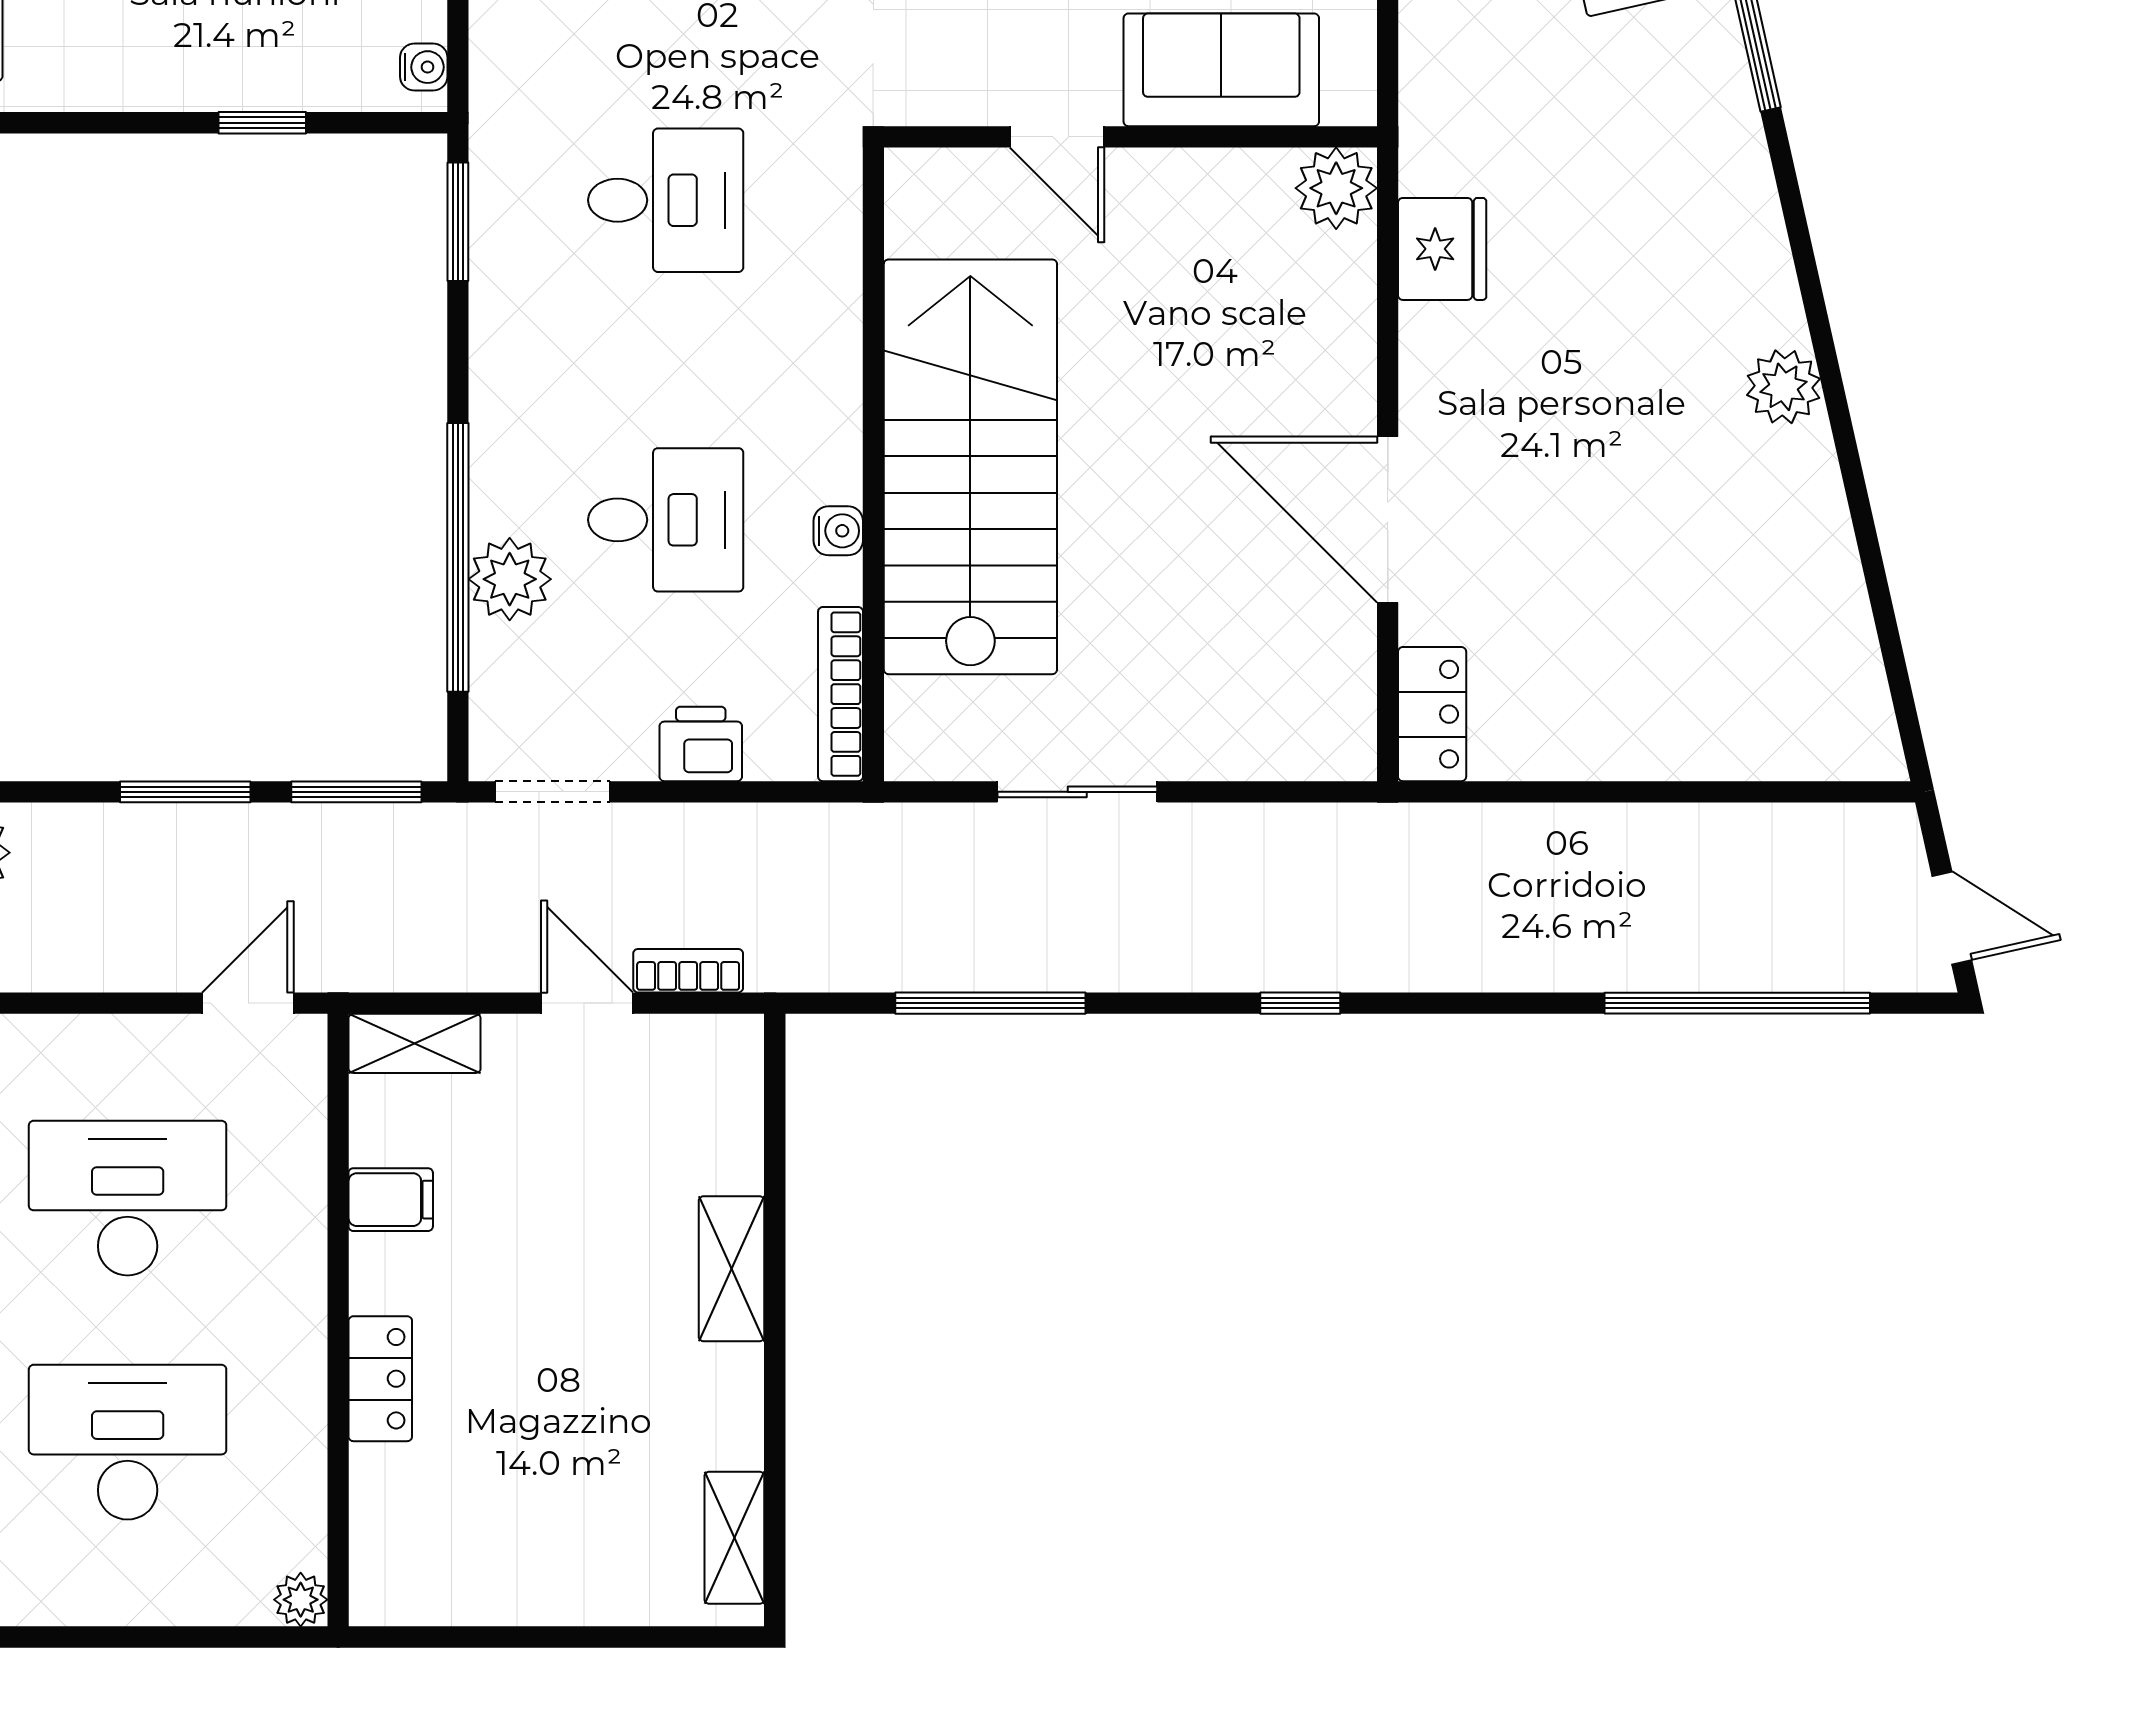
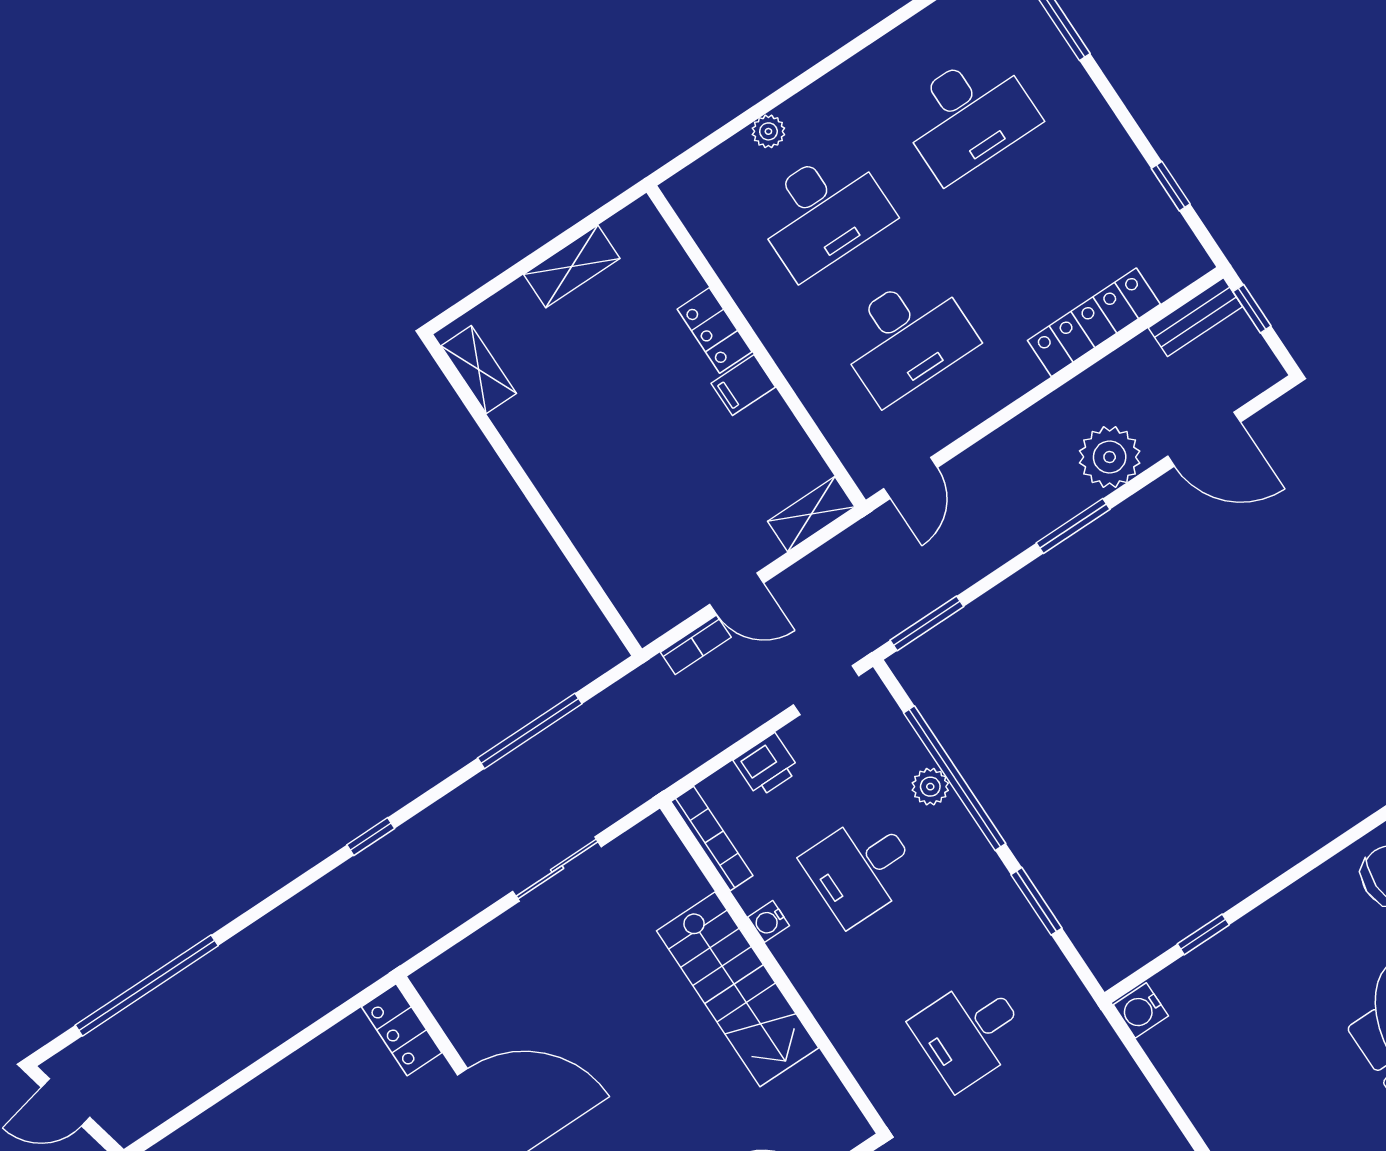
water cooler: (424, 67) -> (1141, 1010), width x1.38, depth x1.38
window: (458, 222) -> (1037, 901), moved
stairs: (970, 467) -> (738, 989), width x0.73, depth x0.66
plant: (510, 579) -> (930, 787), width x0.73, depth x0.73
window: (185, 792) -> (1073, 526), moved
filing cabinet: (391, 1200) -> (743, 385), moved
shelving: (732, 1269) -> (572, 266), moved, turned 90
plant: (301, 1600) -> (768, 131), moved

